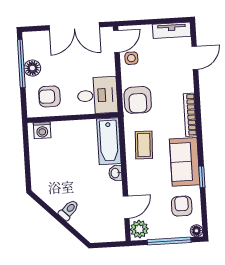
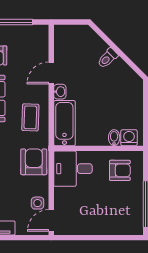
double door: (74, 26) -> (91, 238), removed
floor lamp: (32, 68) -> (135, 199), removed
bidet: (57, 129) -> (114, 138), added
door: (126, 207) -> (51, 73), moved
plant: (139, 229) -> (40, 35), removed

